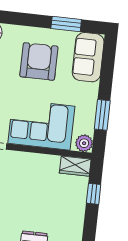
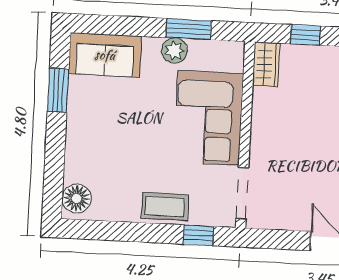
armchair: (39, 61) -> (116, 127), removed
plant: (84, 143) -> (174, 50), moved

